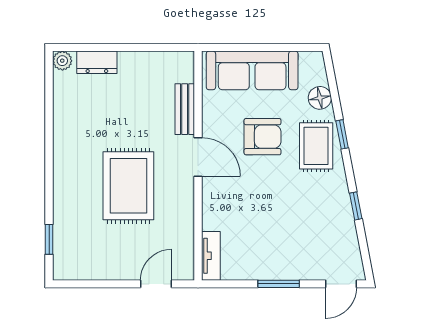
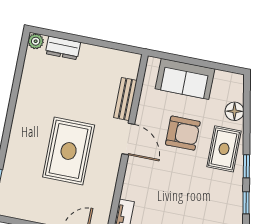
sofa: (252, 70) -> (185, 79), width x0.73
window: (342, 134) -> (246, 166), moved

